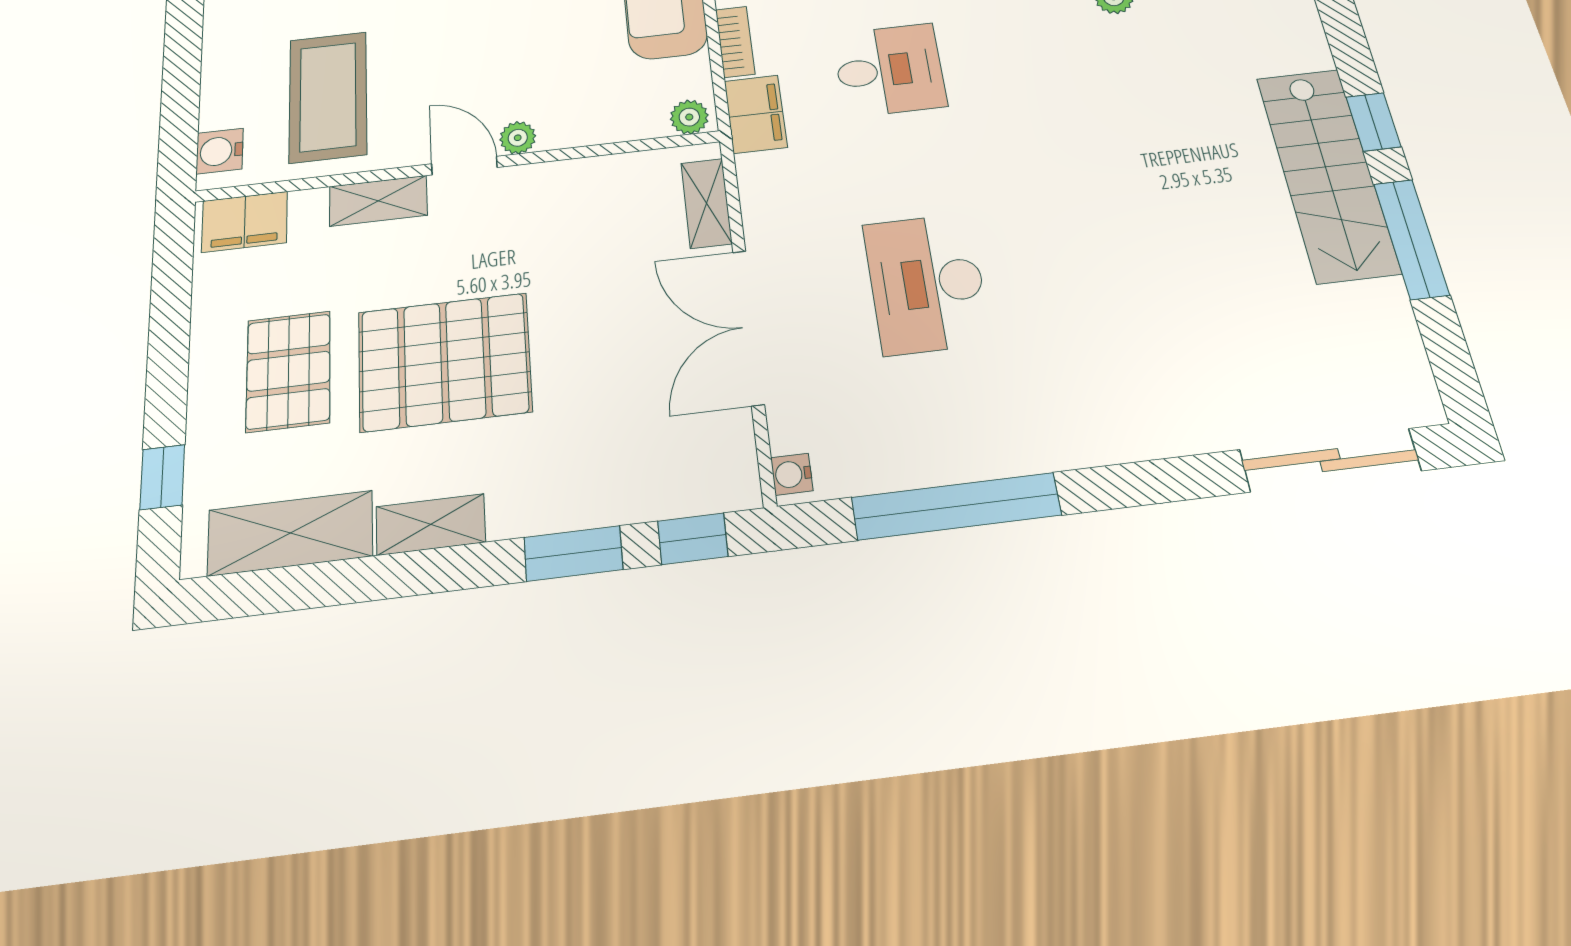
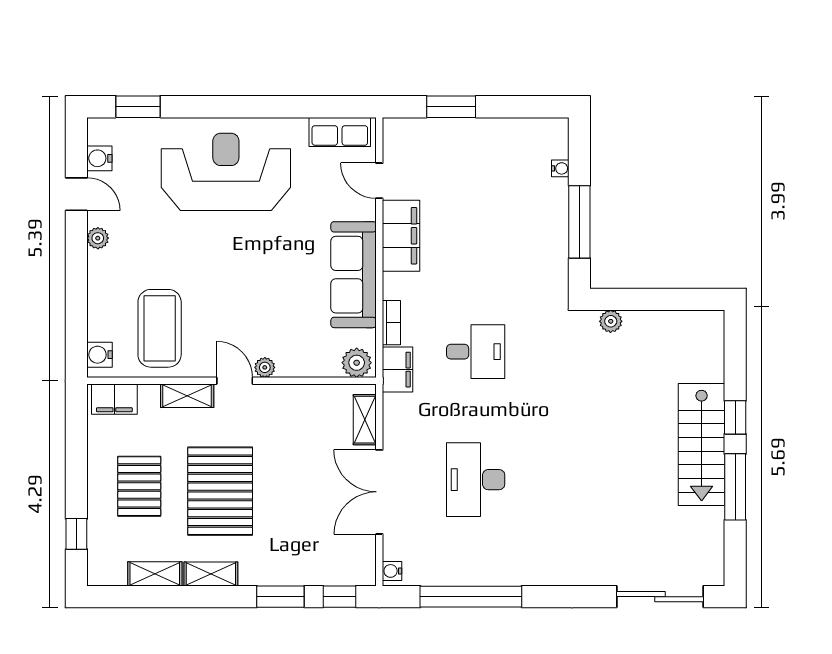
plant: (689, 117) -> (357, 363), width x1.38, depth x1.38
pallet: (444, 362) -> (220, 491), turned 90
shelving: (290, 533) -> (155, 574), width x0.67, depth x0.75

